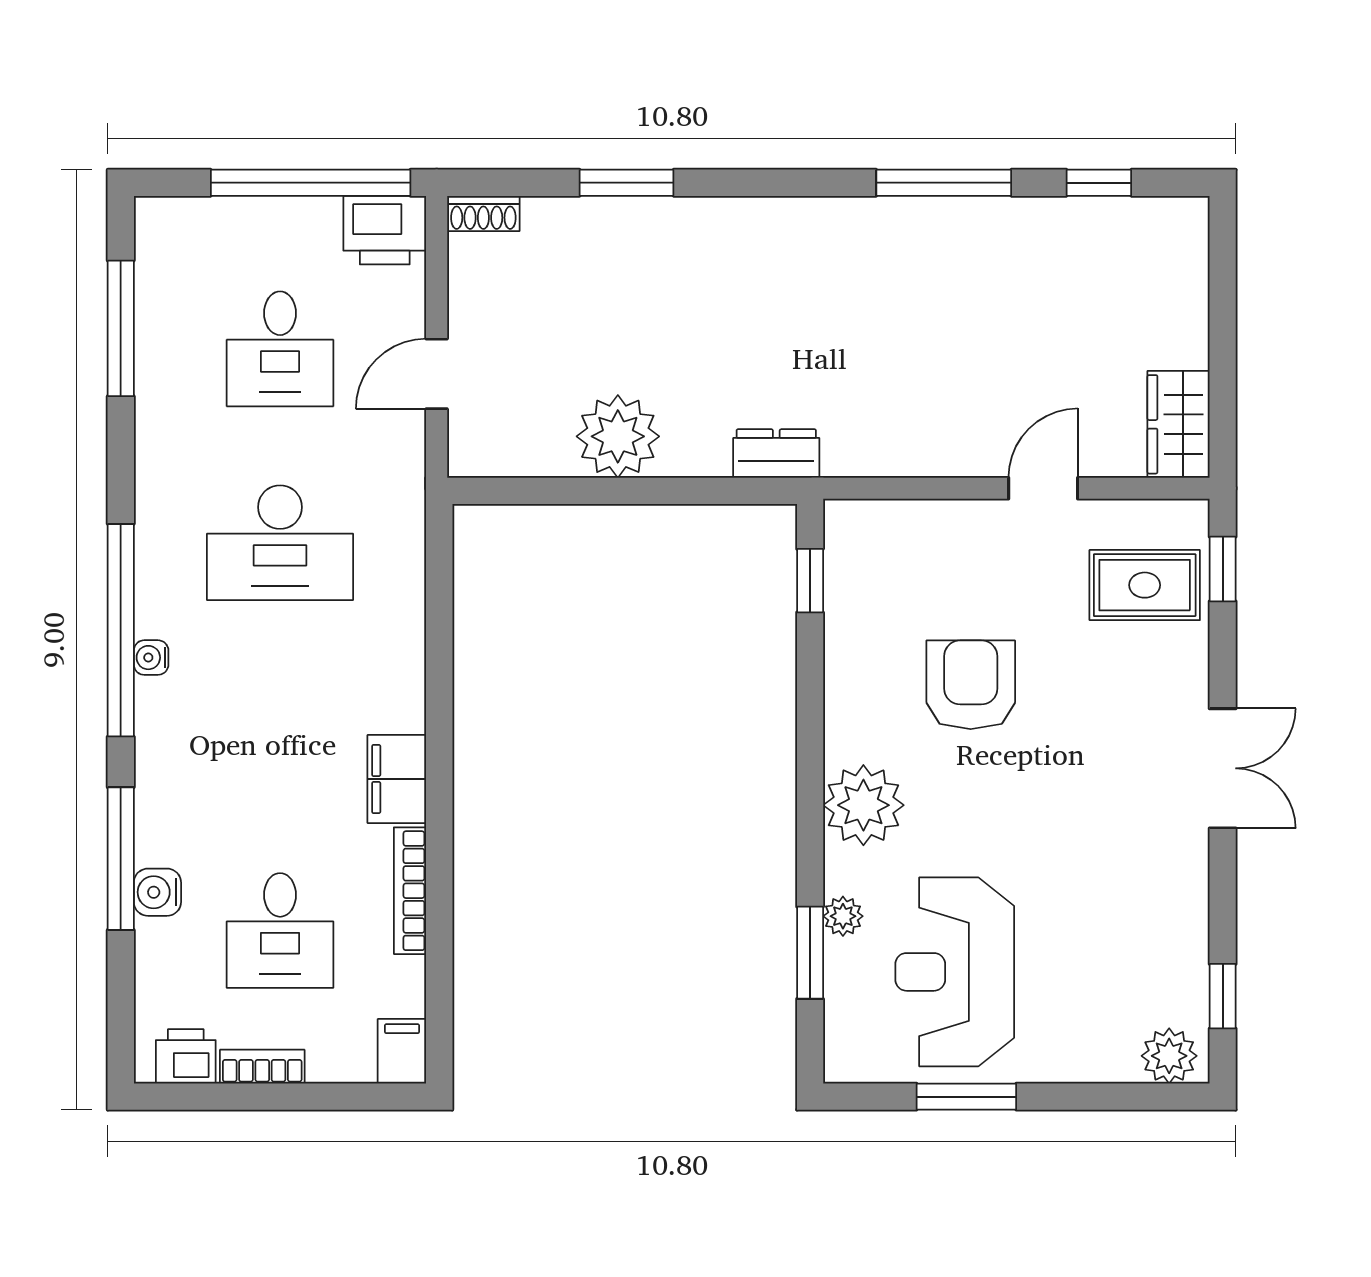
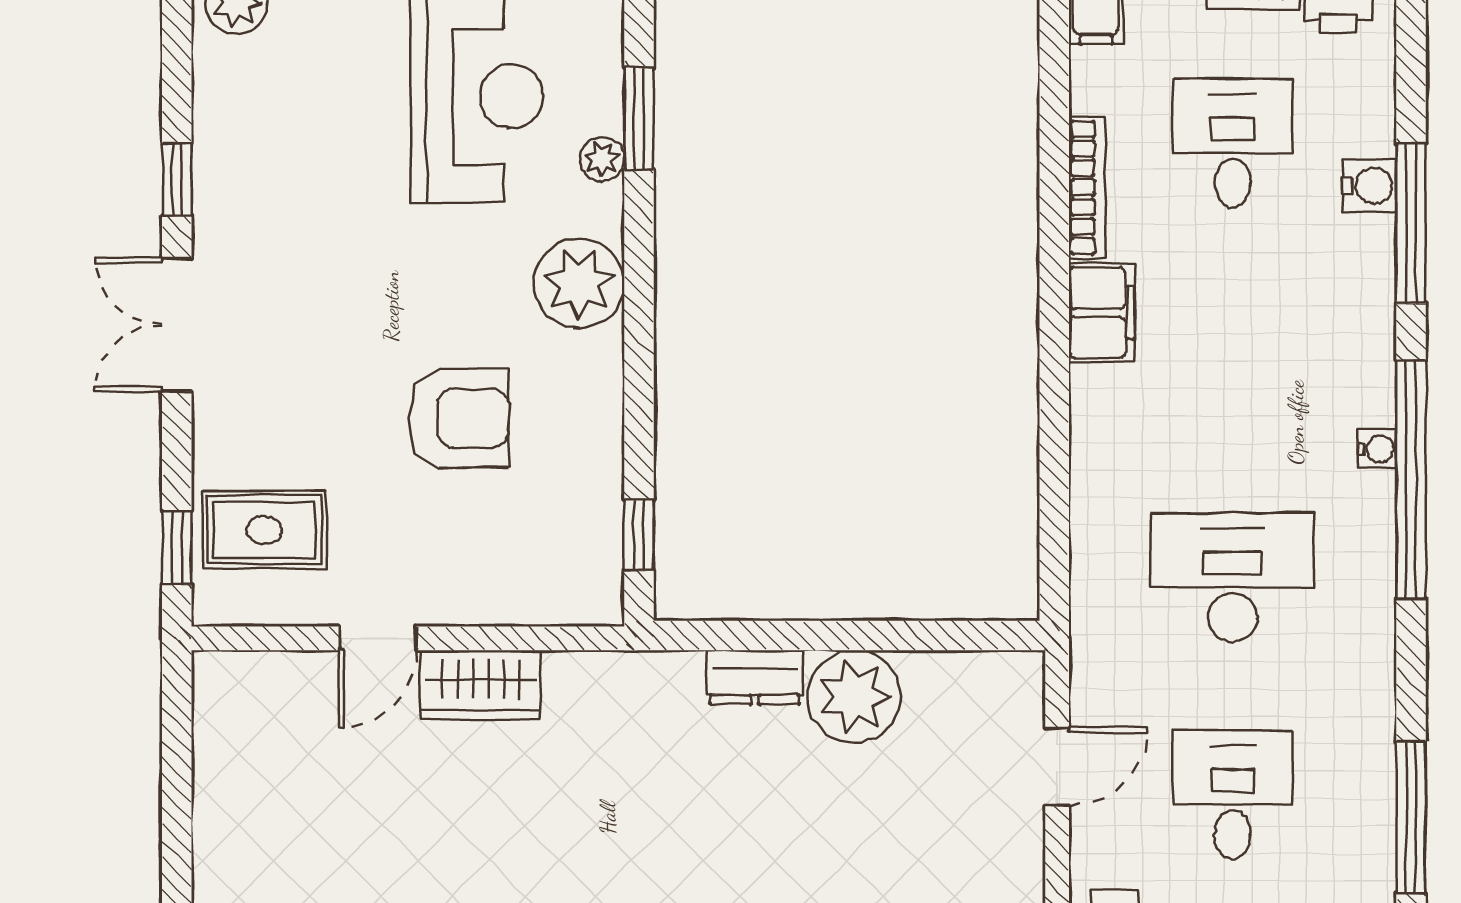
wardrobe: (1179, 424) -> (480, 685), moved, turned 90
dresser: (776, 454) -> (755, 677), moved
armchair: (971, 685) -> (459, 418), turned -90
window: (1223, 996) -> (177, 180), moved

